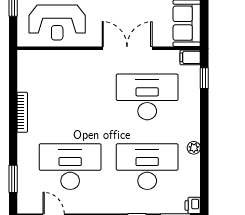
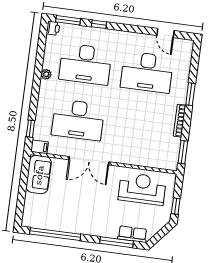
window: (13, 74) -> (183, 152), added
window: (13, 179) -> (190, 94), moved

